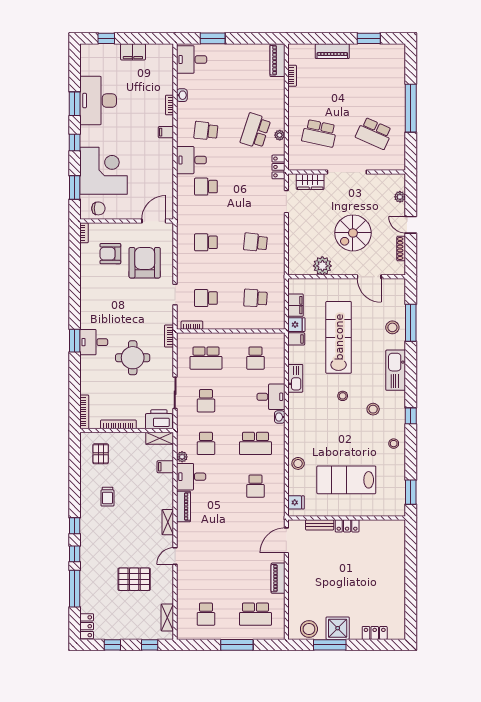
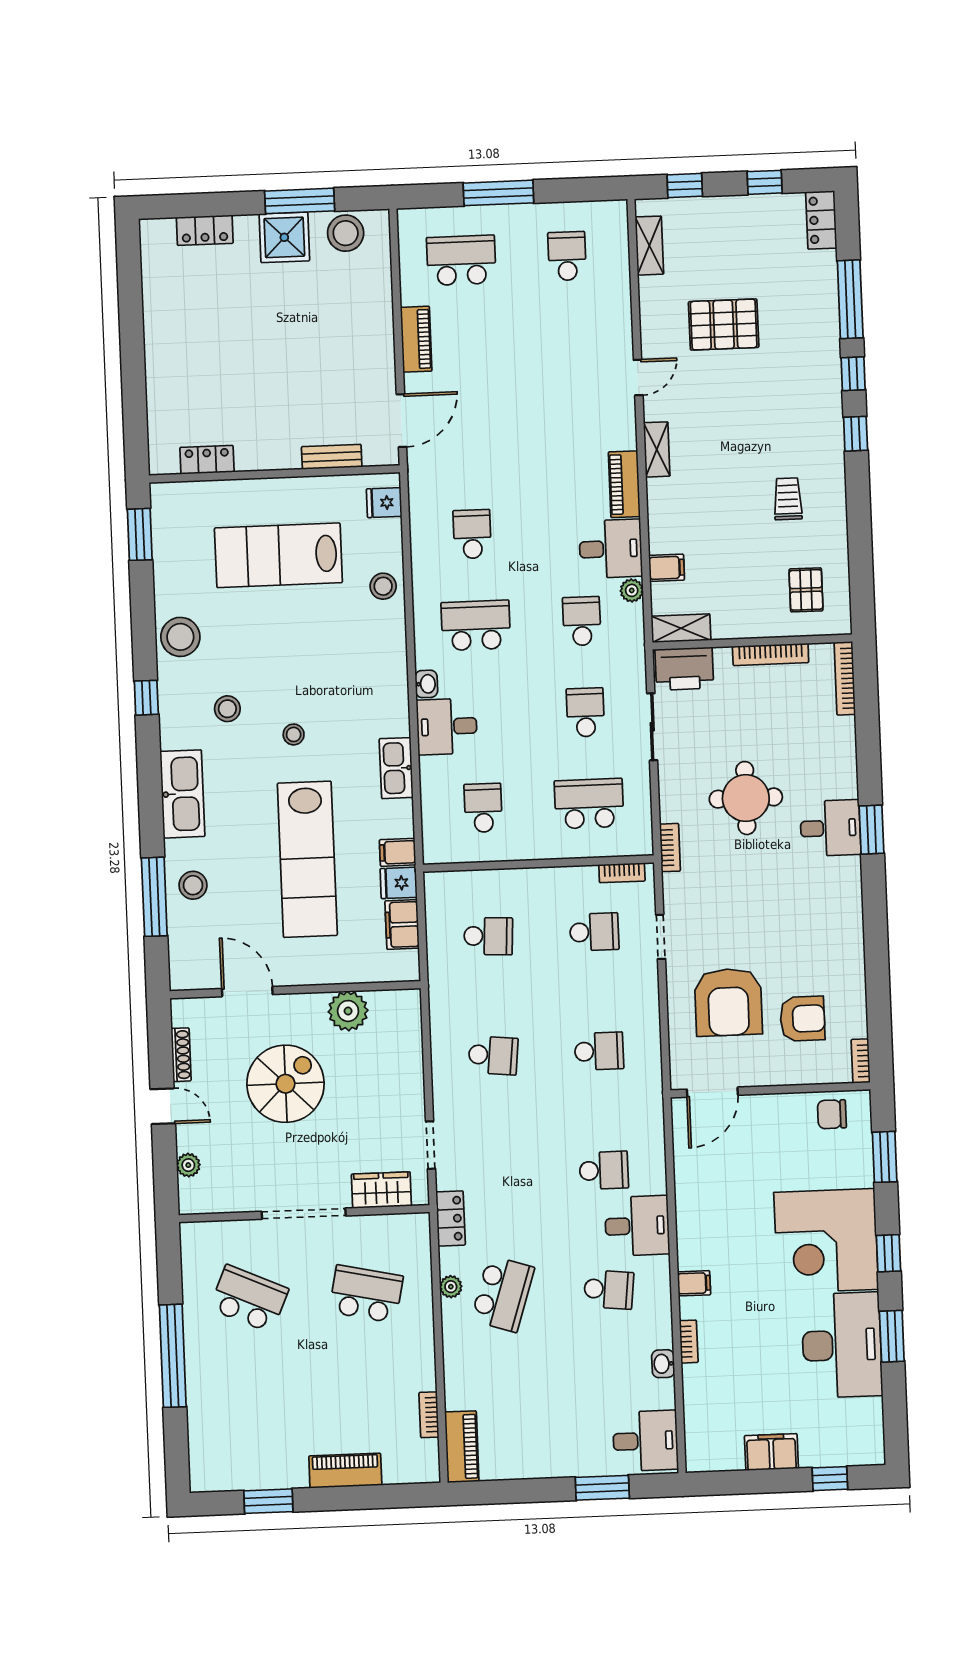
corner desk: (103, 171) -> (826, 1241), moved
stool: (394, 444) -> (180, 637), width x1.89, depth x1.89
lab bench: (346, 480) -> (278, 555), turned 180
locker: (347, 526) -> (207, 460), moved

